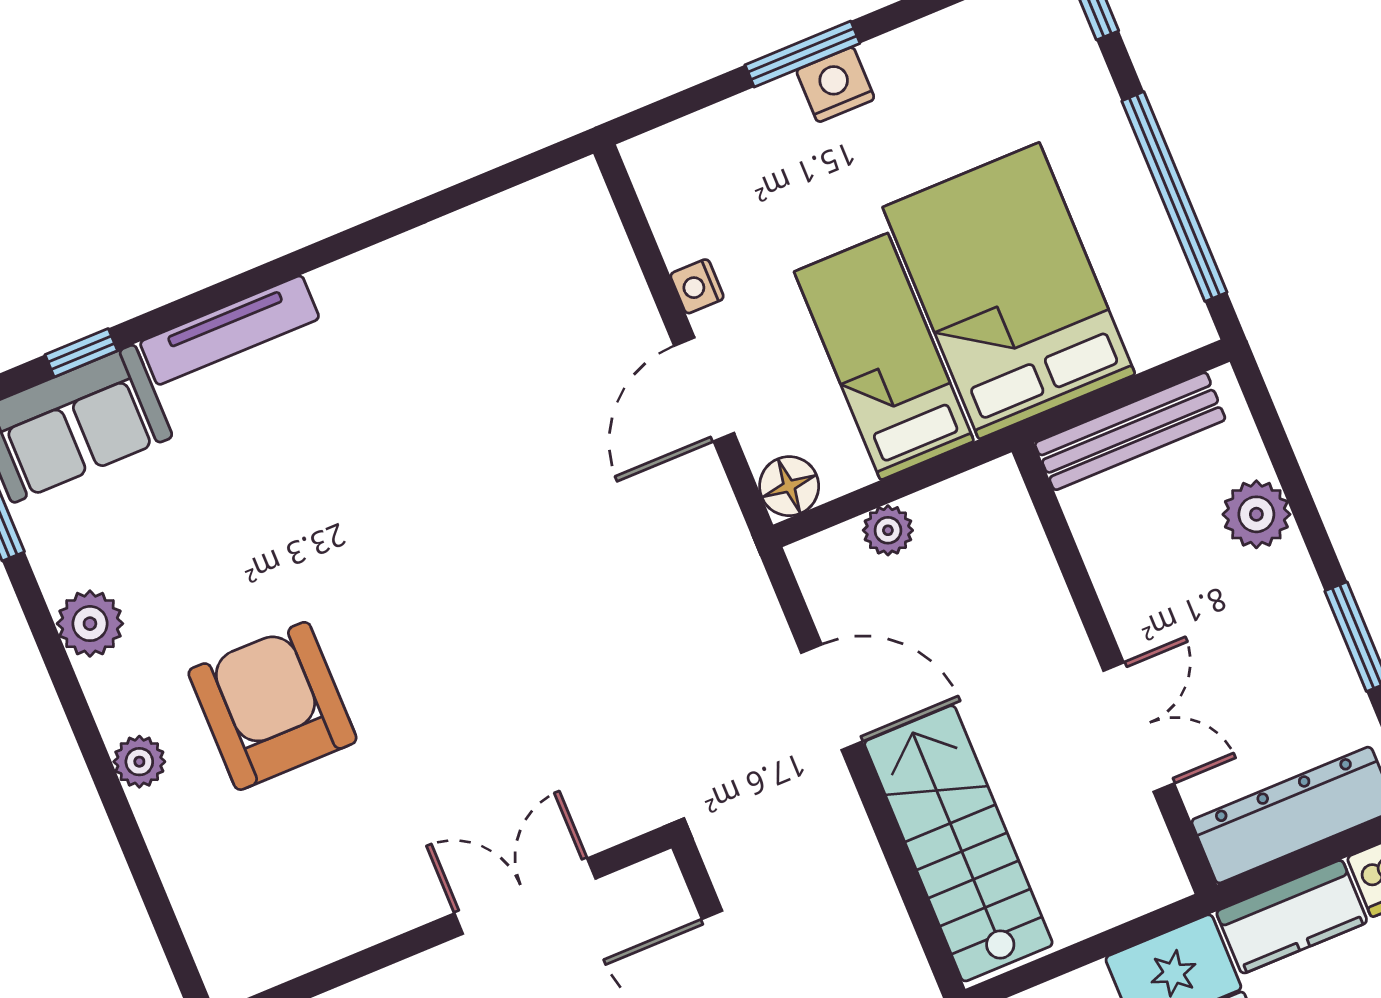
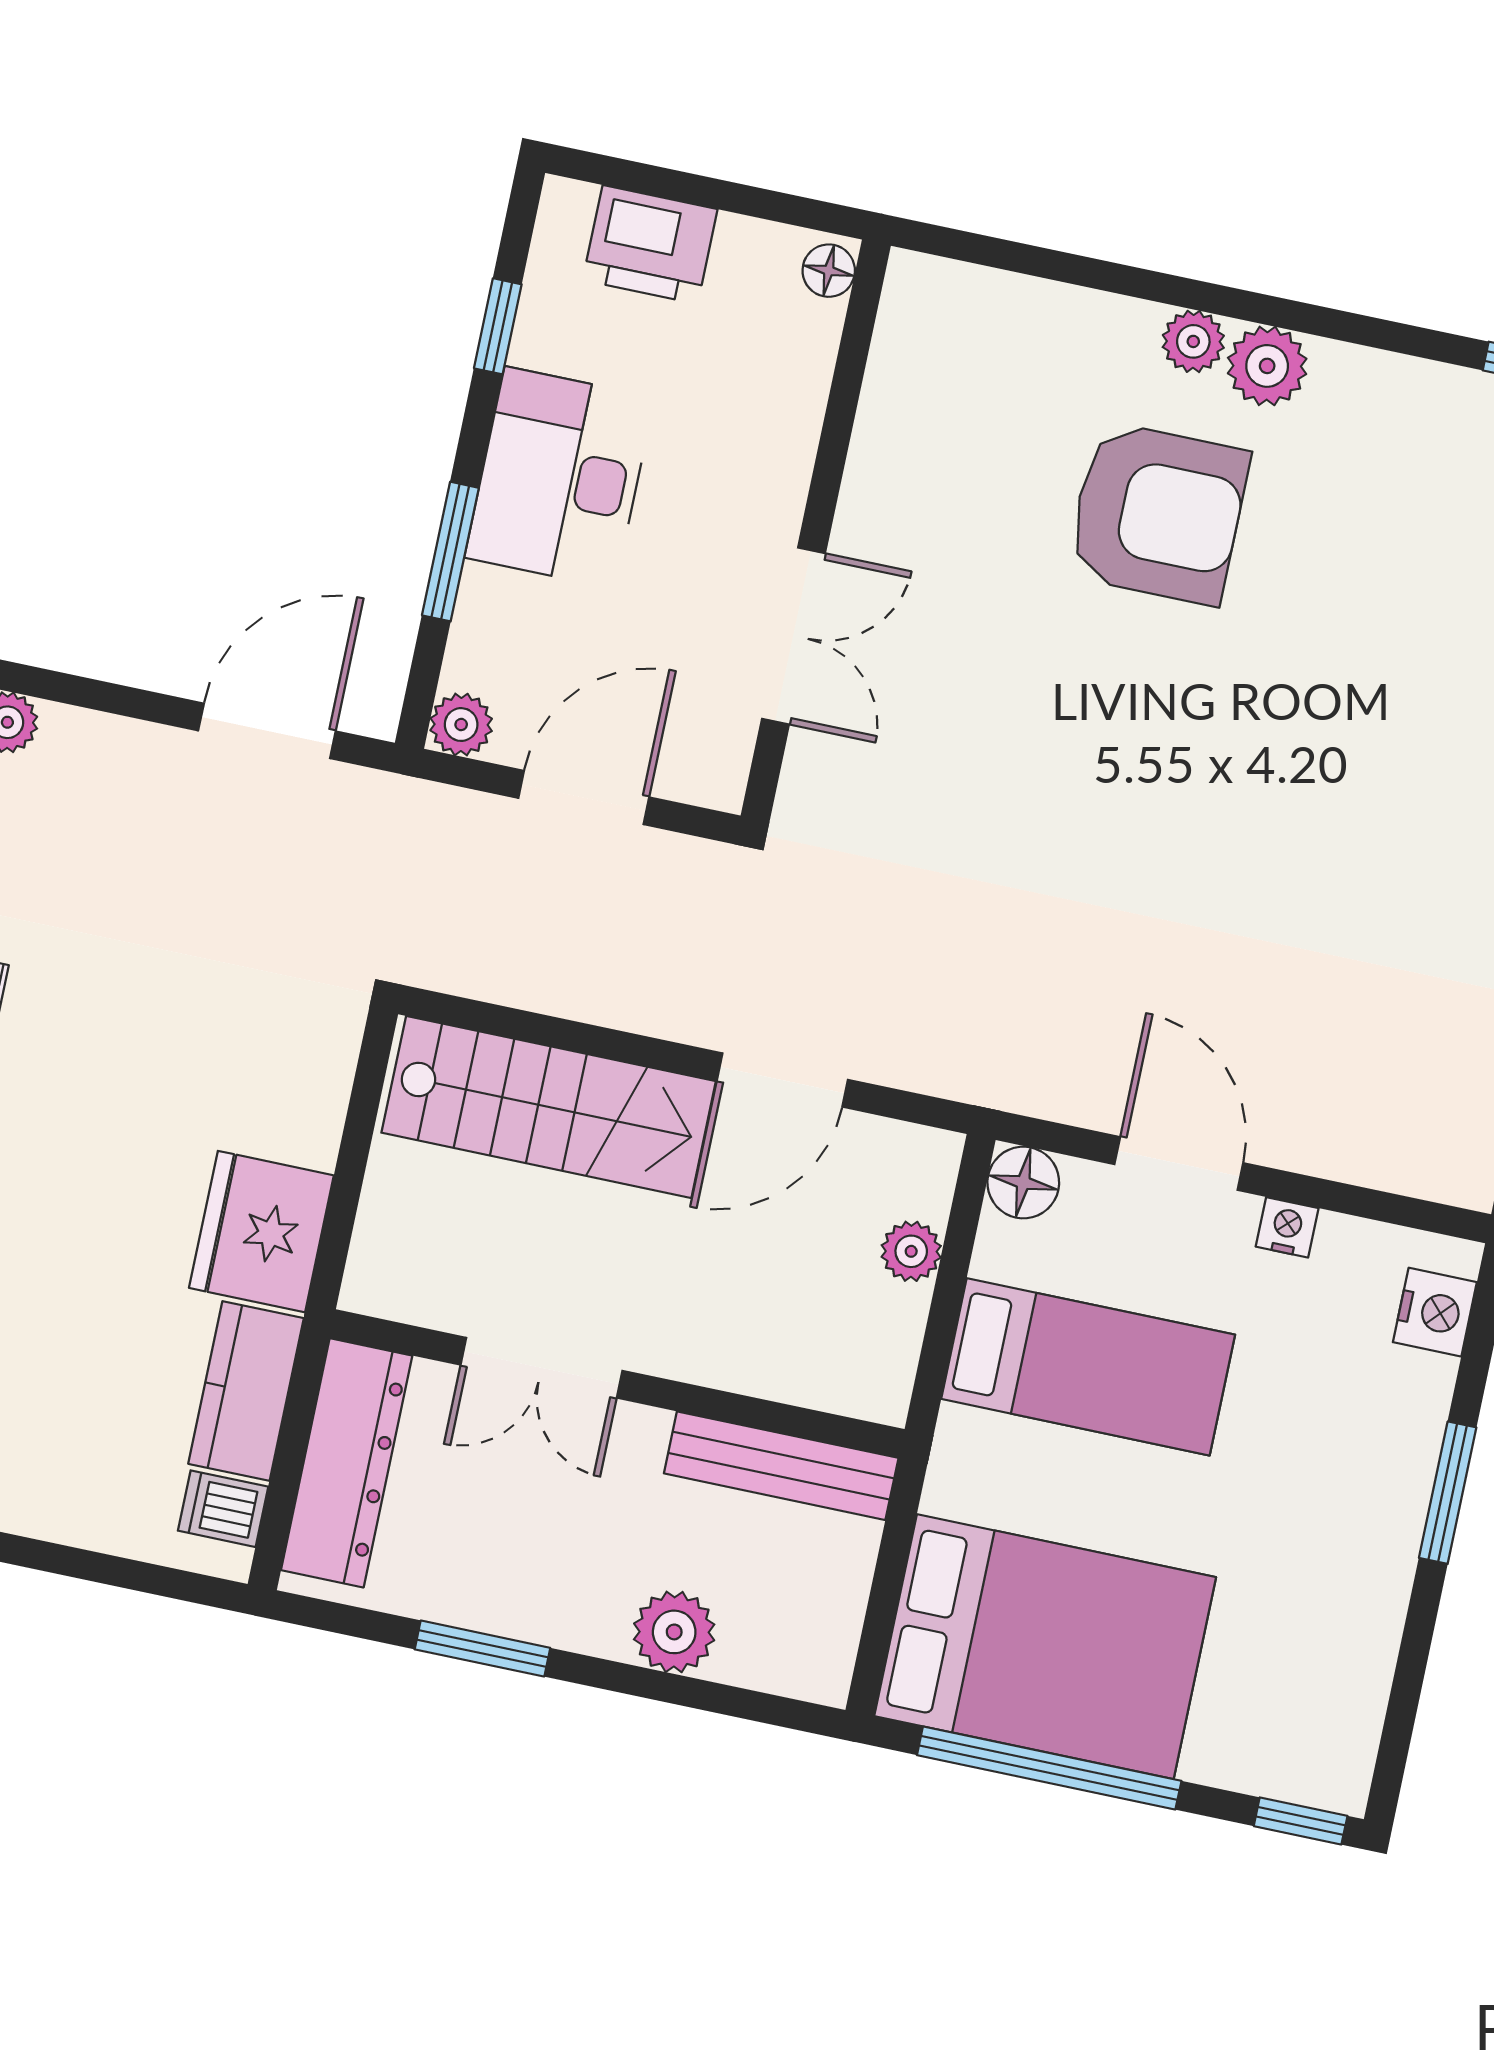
nightstand: (835, 85) -> (1435, 1312), moved
bed: (1009, 291) -> (1045, 1647), moved
bench: (1130, 431) -> (781, 1466), moved, turned 90
plant: (90, 624) -> (1267, 366), moved

